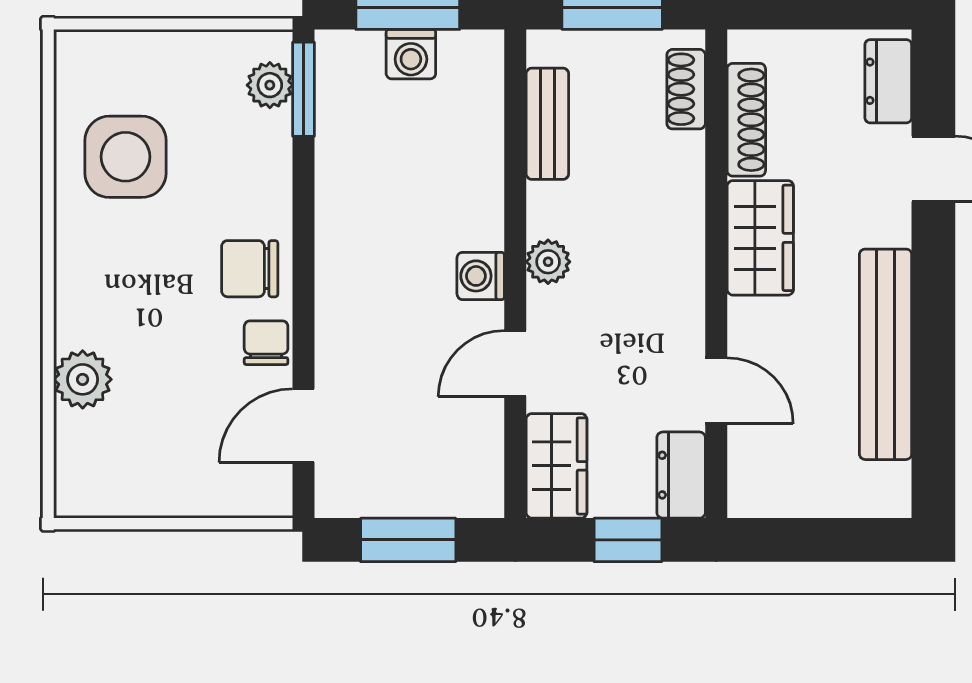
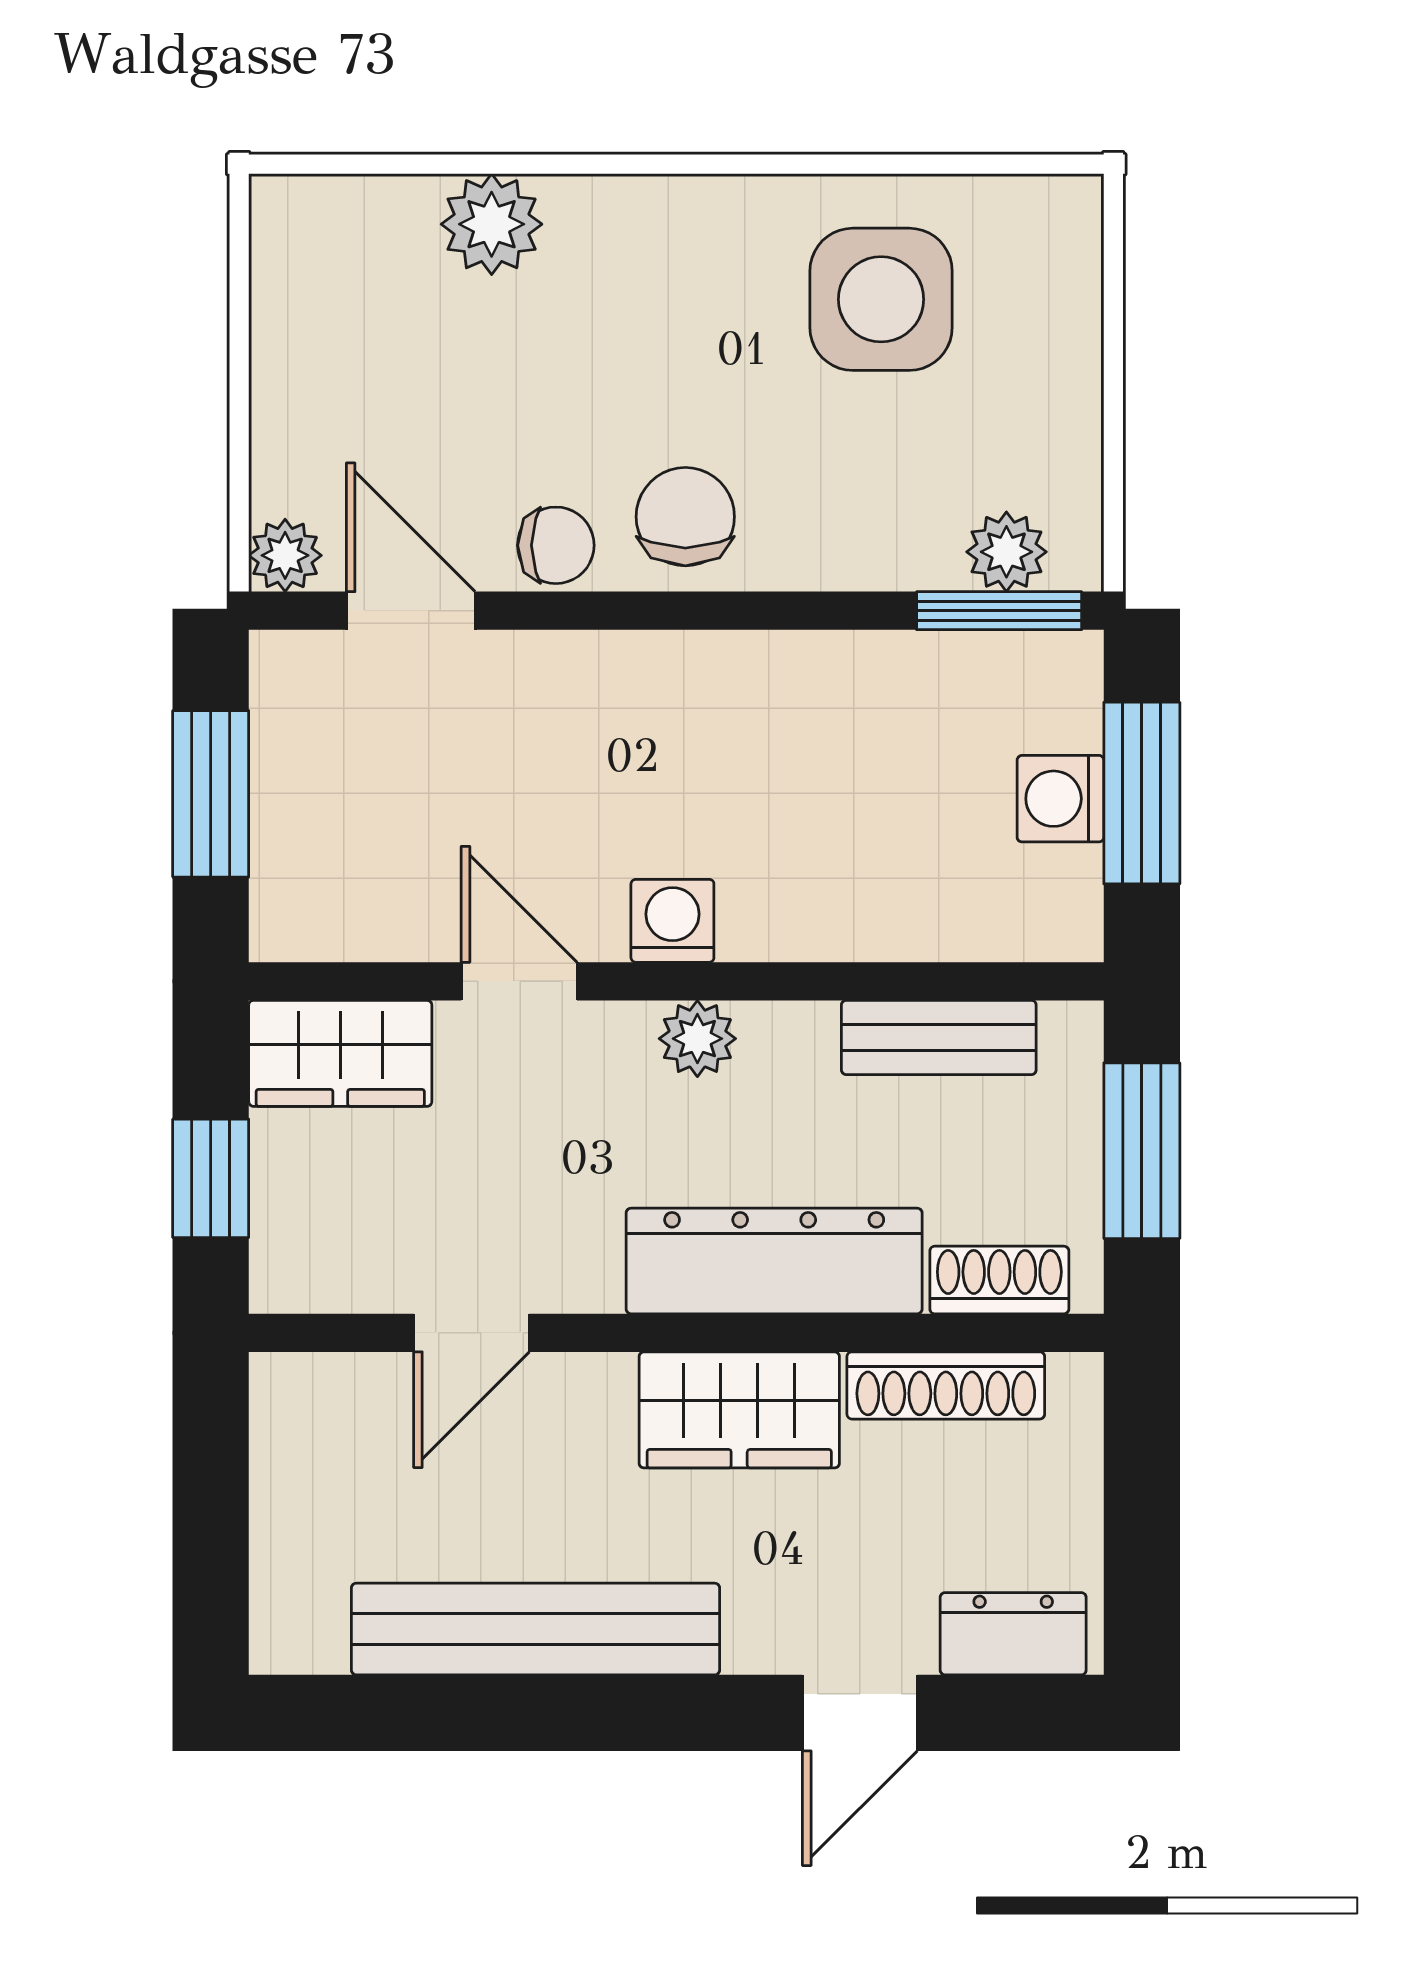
dresser: (681, 475) -> (774, 1261), moved, width x1.96, depth x1.24
plant: (272, 497) -> (285, 555), added

